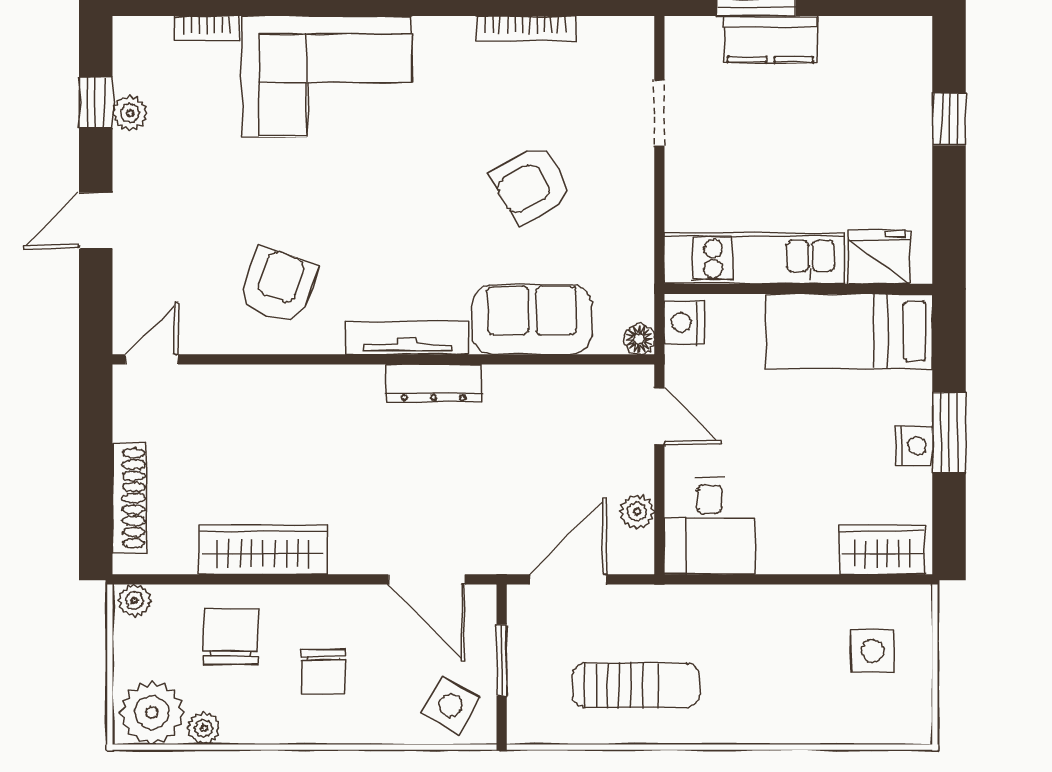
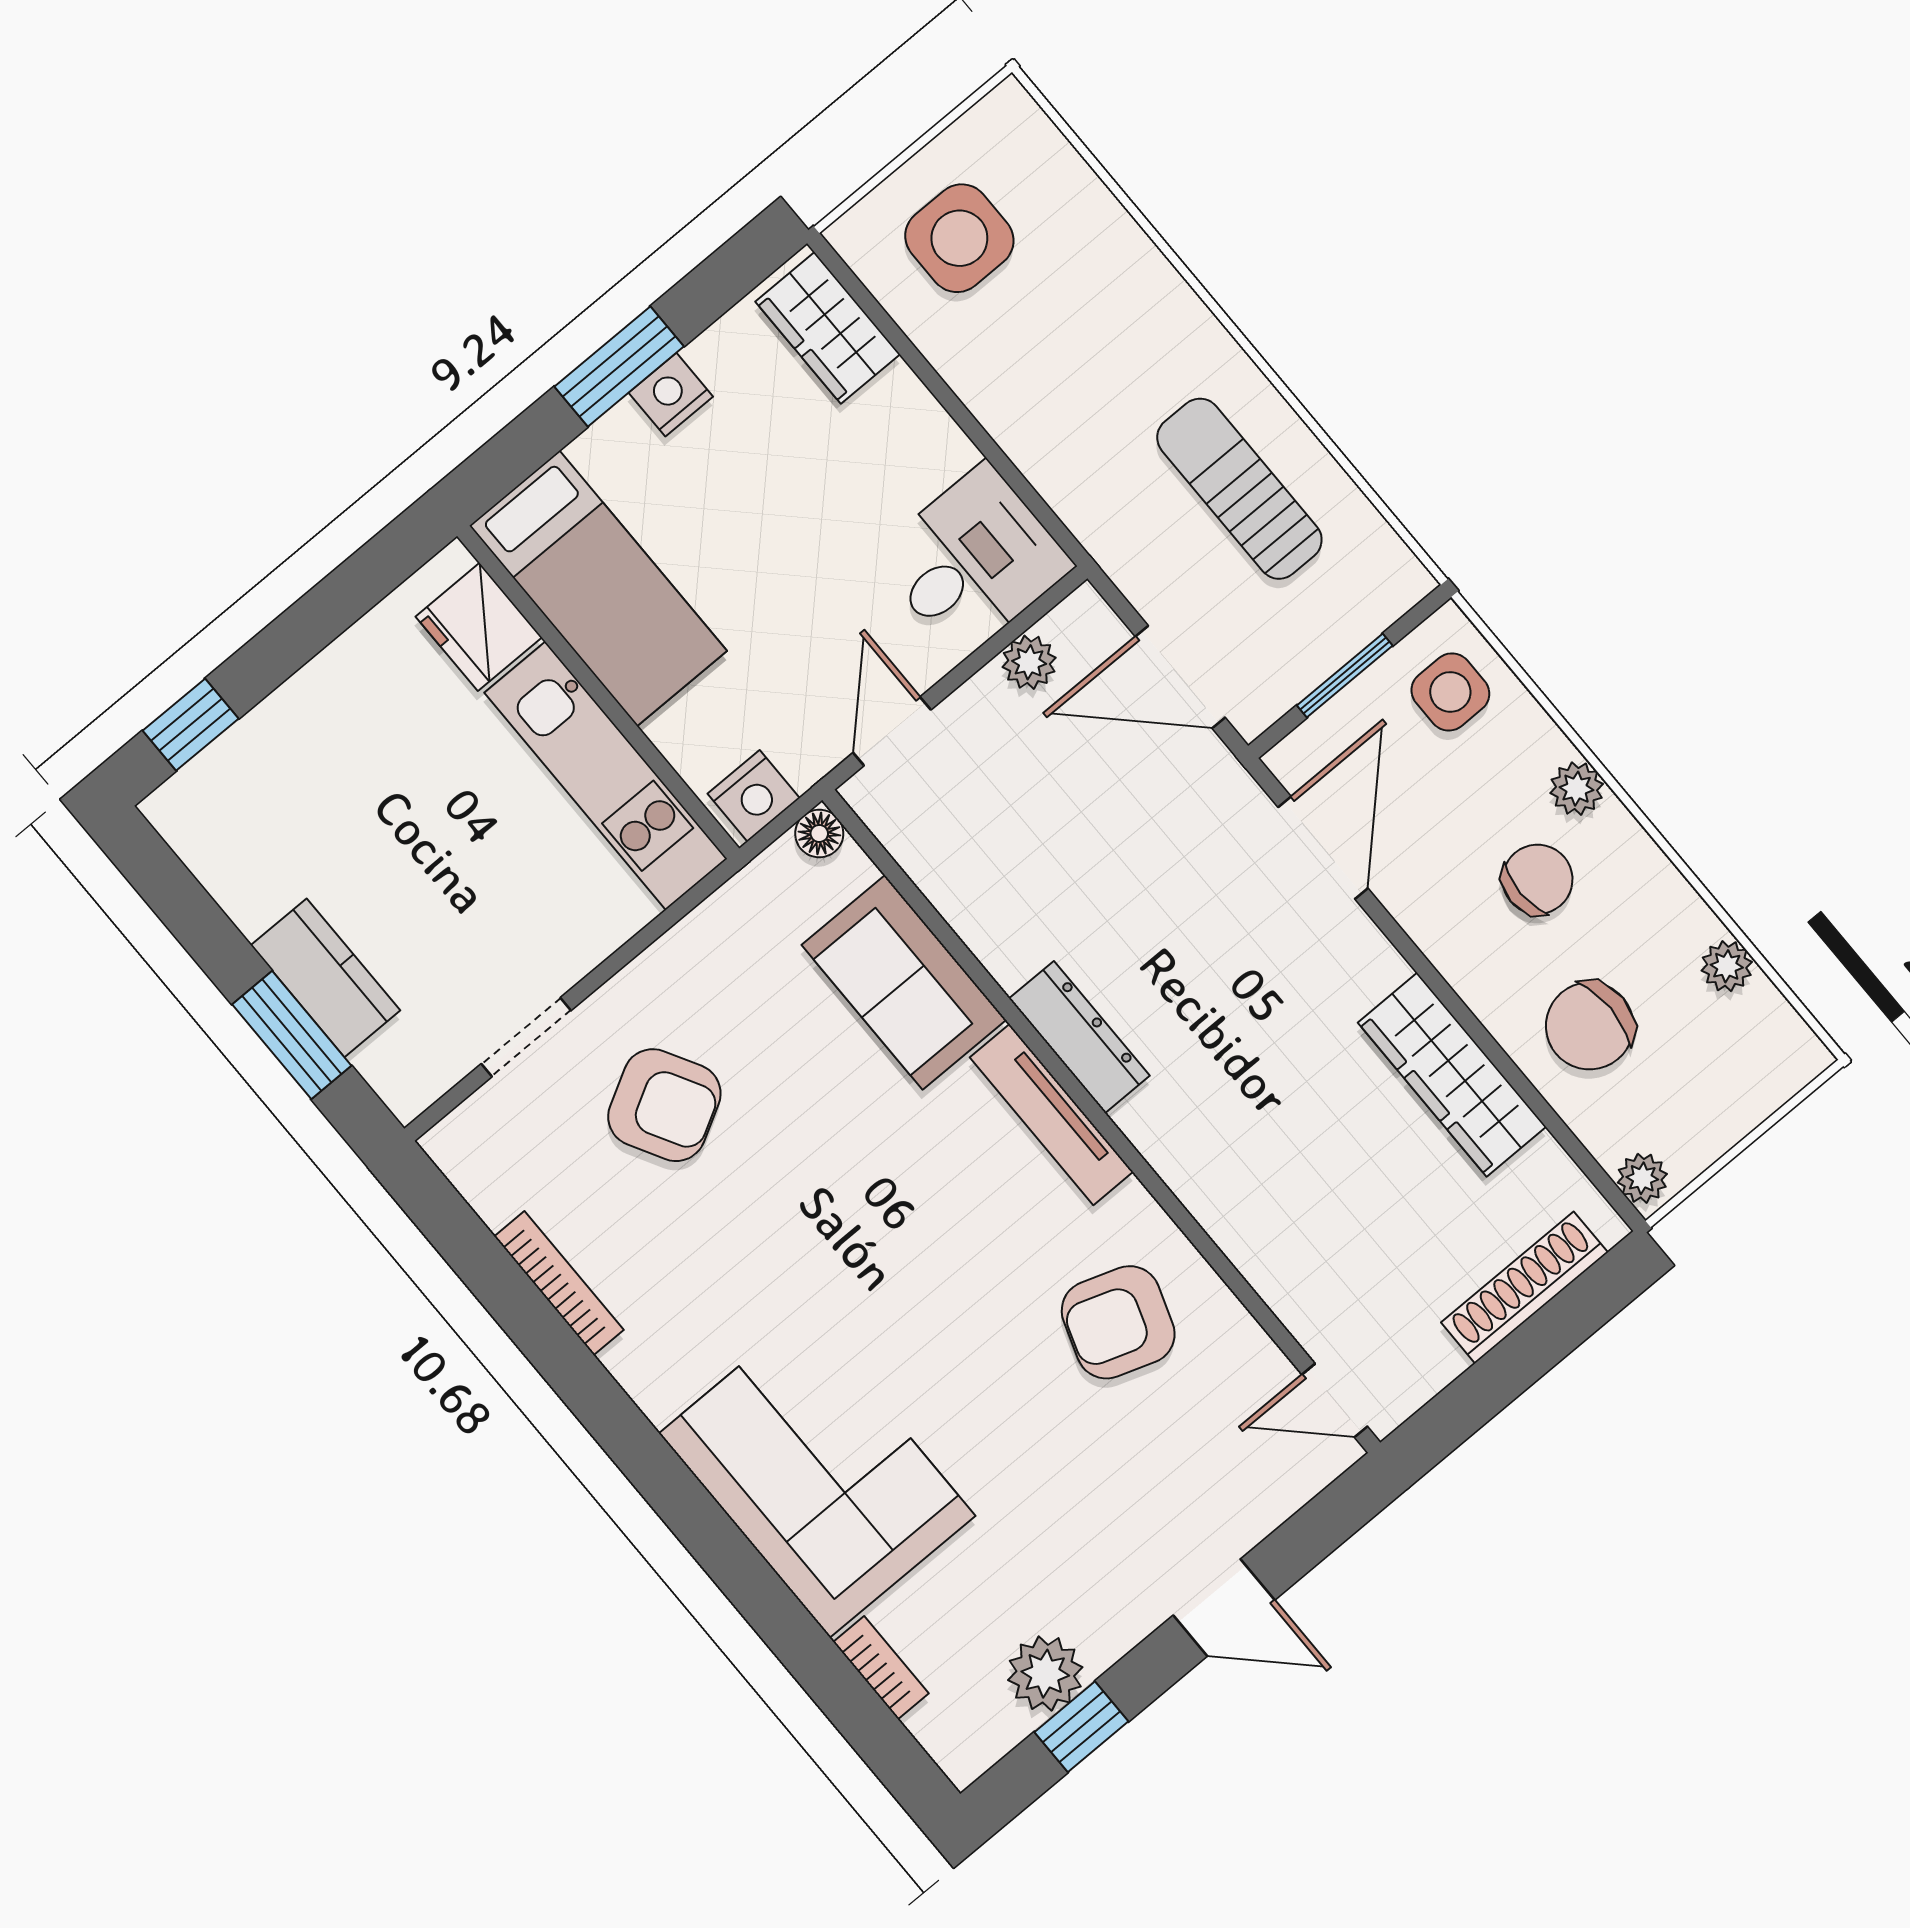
plant: (130, 113) -> (1045, 1674), width x1.38, depth x1.38
window: (949, 119) -> (191, 725), moved
armchair: (531, 184) -> (664, 1105), moved
side table: (873, 651) -> (959, 238), width x1.37, depth x1.37
side table: (451, 705) -> (1450, 692), turned -30
plant: (152, 712) -> (1577, 789), moved, width x0.53, depth x0.53

